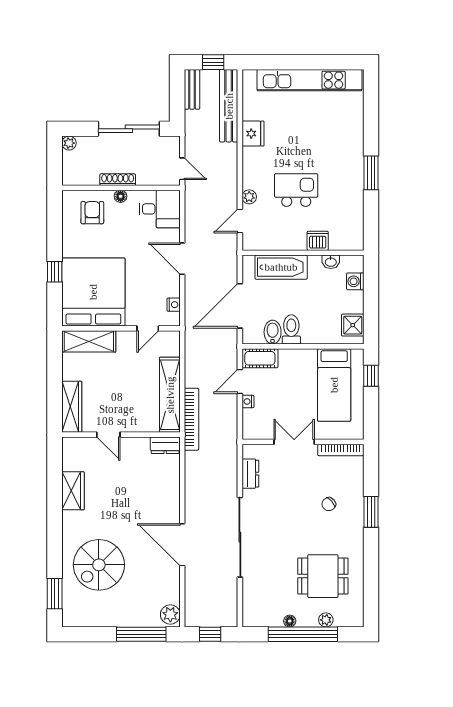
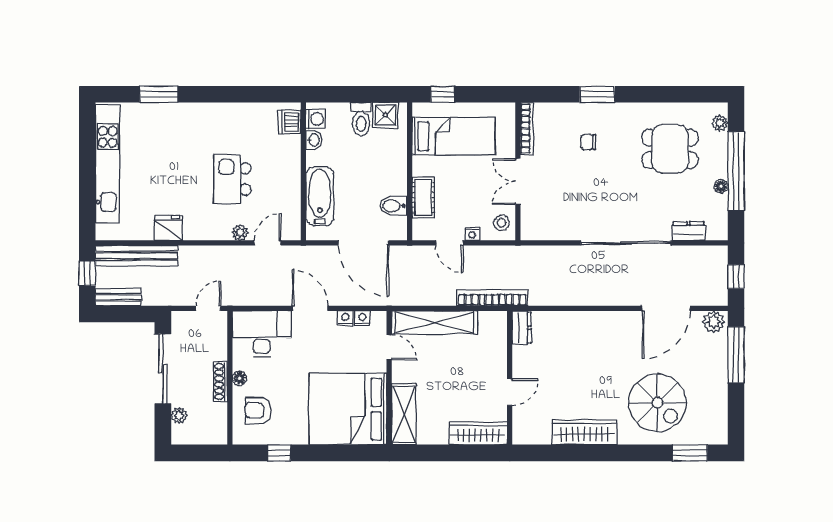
plant: (69, 143) -> (179, 415), moved
window: (371, 173) -> (159, 94), moved
desk: (160, 209) -> (262, 334), width x1.37
door: (240, 221) -> (267, 243), swing flipped
dishwasher: (318, 241) -> (290, 122), moved
door: (182, 259) -> (310, 308), swing flipped
window: (55, 272) -> (279, 453), moved
washing machine: (355, 281) -> (316, 119), moved, turned -90
nightstand: (174, 290) -> (345, 318), added
toilet: (291, 329) -> (361, 119), moved, turned -90
cot: (260, 358) -> (423, 197), moved
shelving: (170, 395) -> (434, 322), moved
stool: (258, 427) -> (502, 223), added
dresser: (250, 474) -> (688, 231), moved
wardrobe: (73, 491) -> (584, 432), width x1.50
chair: (329, 504) -> (588, 142), turned 131
door: (182, 545) -> (666, 308), moved
dining table: (323, 576) -> (670, 149), turned 90
plant: (326, 620) -> (720, 123), moved

